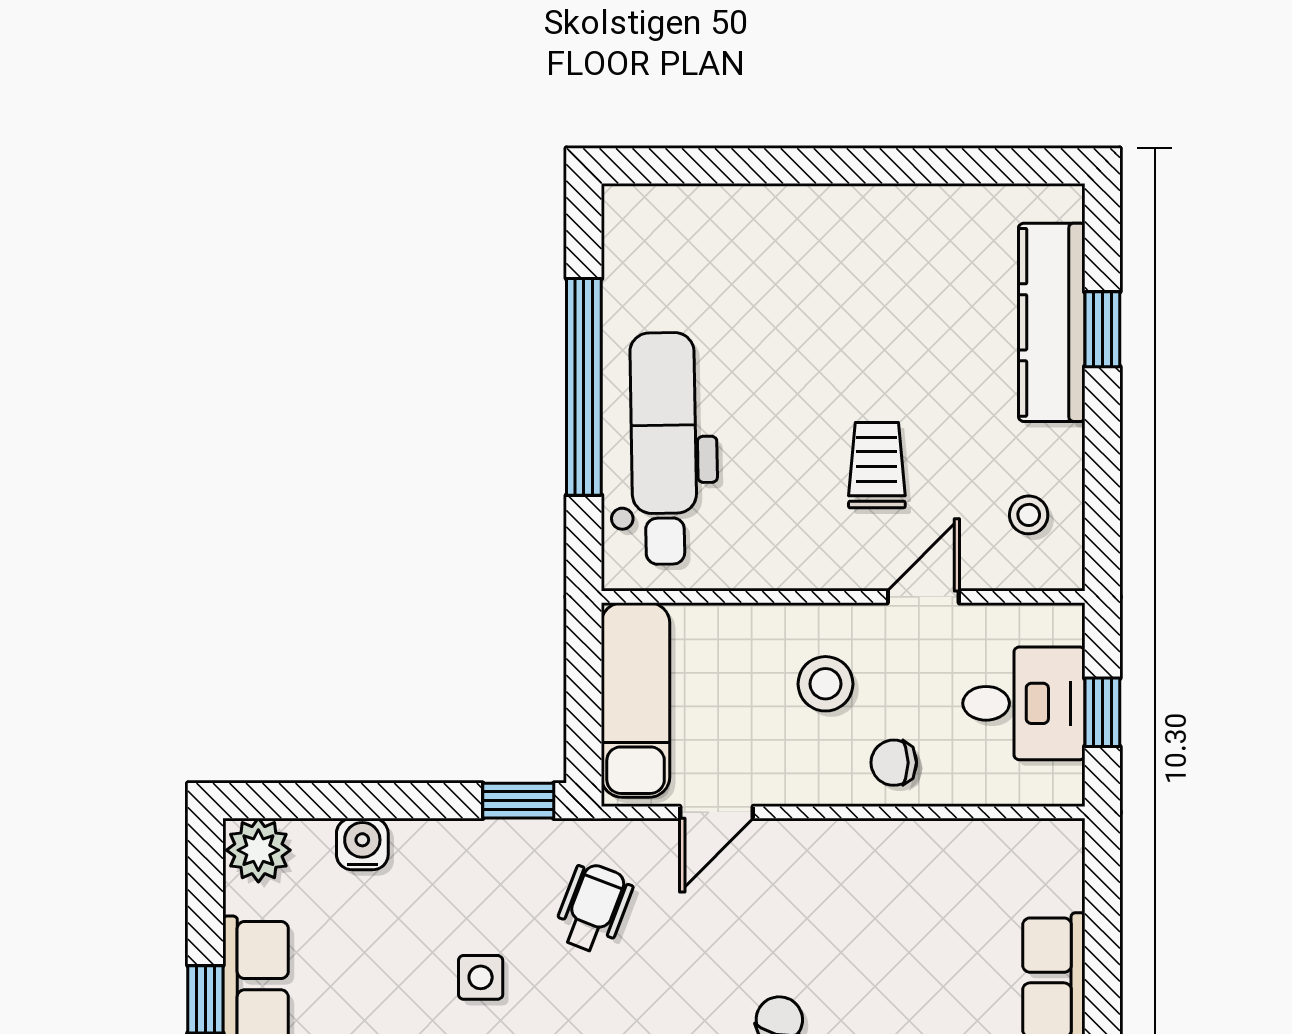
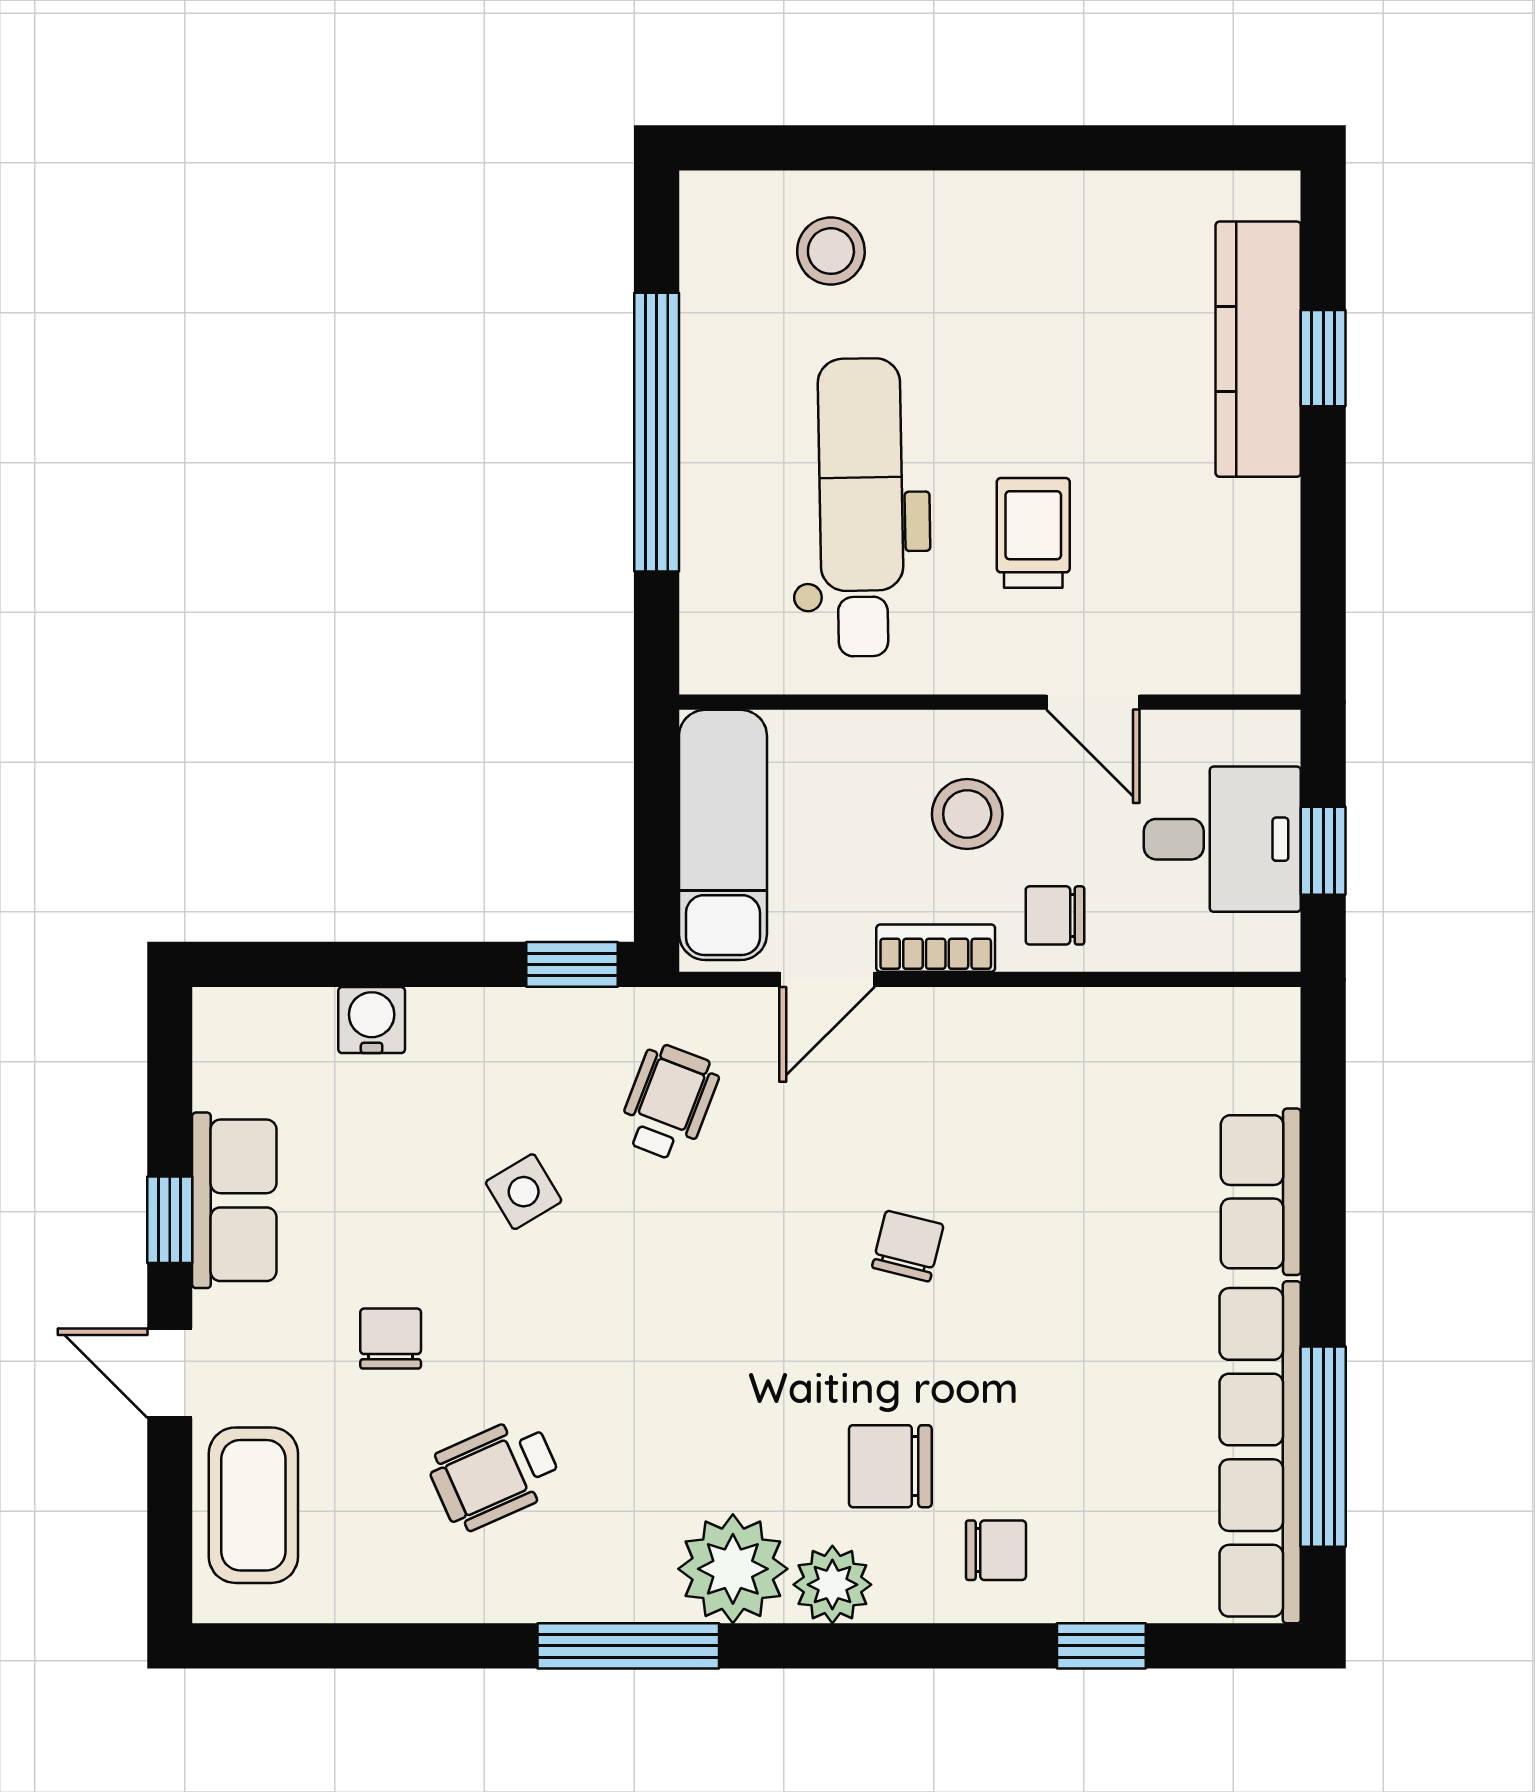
dental chair: (664, 448) -> (861, 507), moved
stool: (1029, 515) -> (831, 251), moved, width x1.37, depth x1.37
door: (923, 597) -> (1093, 702), swing flipped
bookcase: (801, 788) -> (936, 948), added
plant: (258, 850) -> (238, 1028), removed
side table: (481, 977) -> (524, 1192), turned -31

